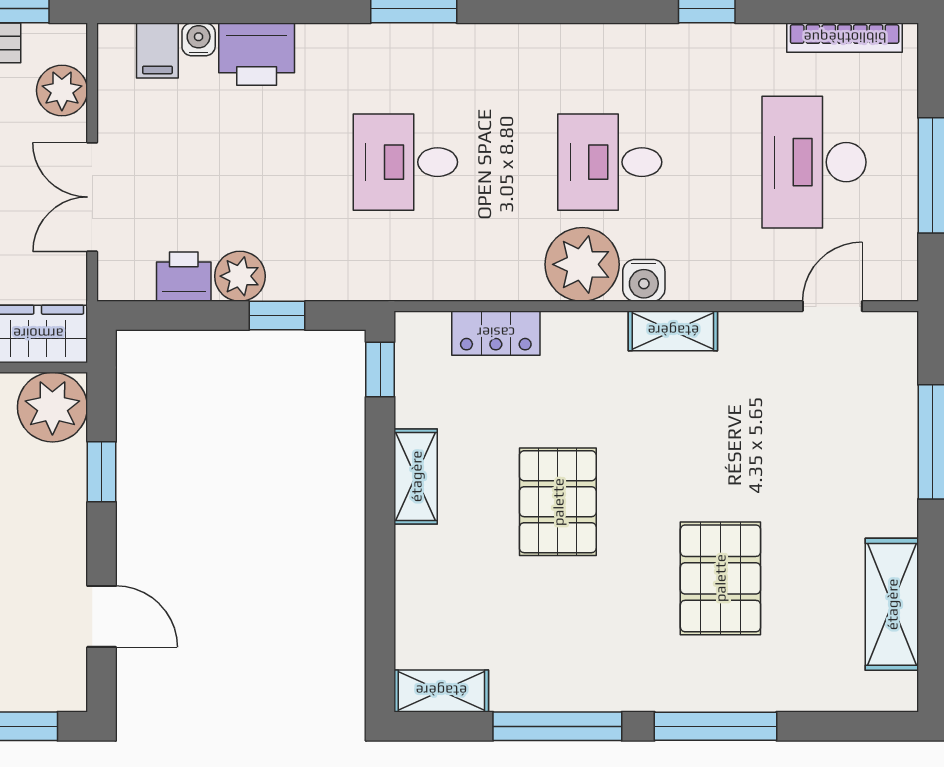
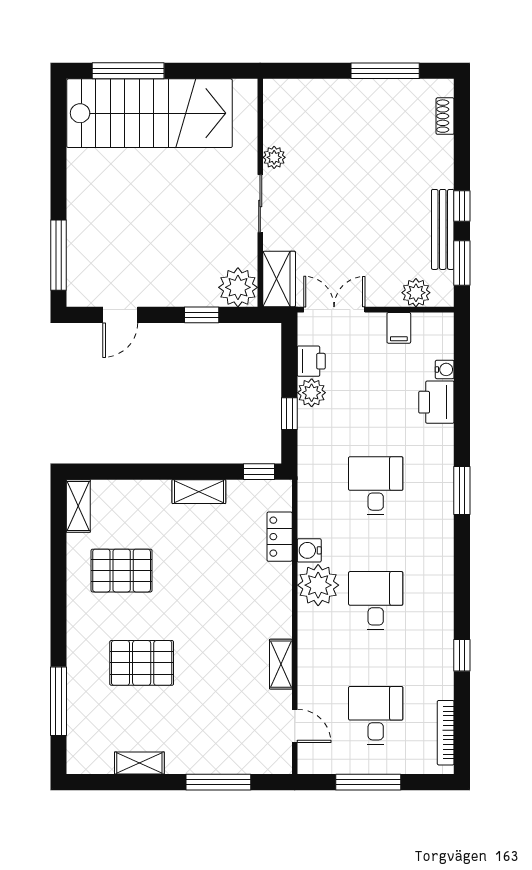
filing cabinet: (157, 51) -> (399, 328), moved, turned -90
desk: (814, 162) -> (376, 716), width x0.73
double door: (92, 197) -> (334, 310), moved
water cooler: (644, 280) -> (309, 550), moved
shelving: (673, 331) -> (281, 664), moved
pallet: (558, 502) -> (122, 571), moved
shelving: (892, 604) -> (139, 763), width x0.67, depth x0.75
window: (557, 726) -> (58, 571), removed
window: (716, 726) -> (58, 701), moved

